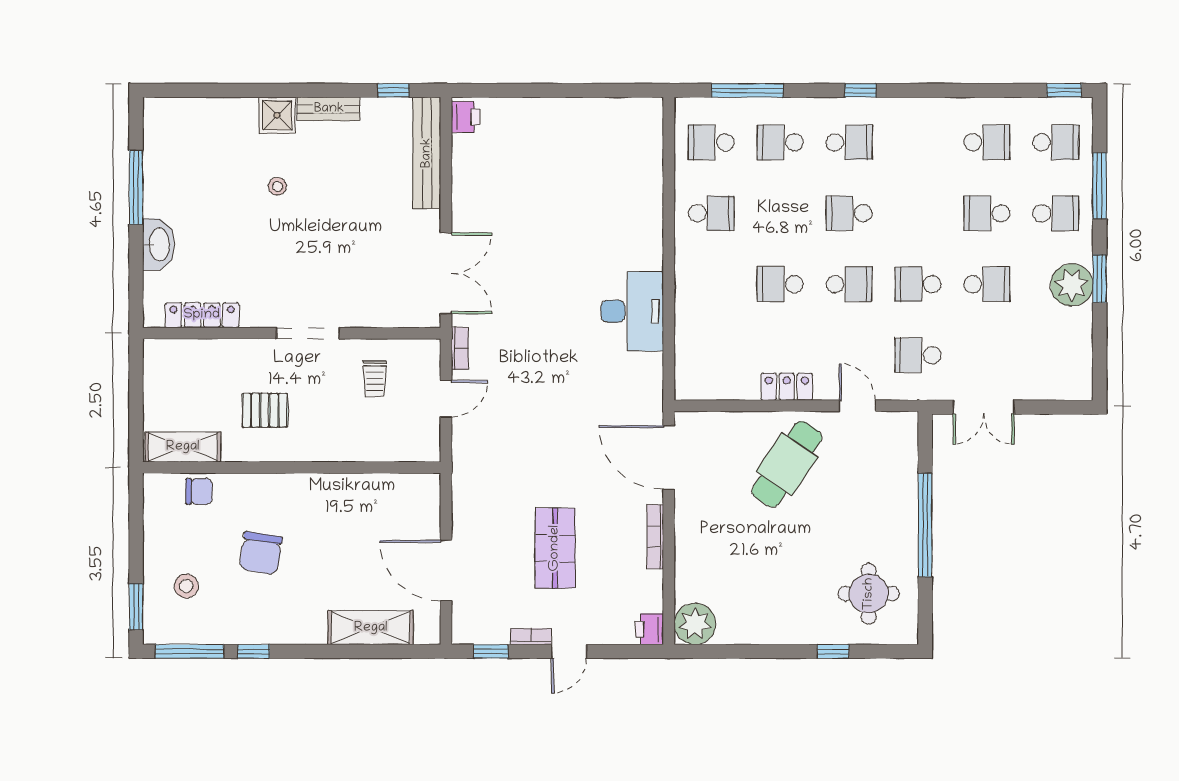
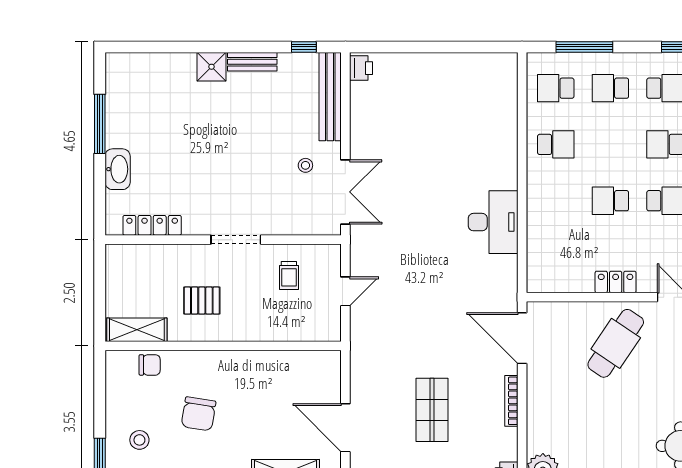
stool: (277, 186) -> (305, 165), moved
bookcase: (460, 348) -> (356, 251), removed

